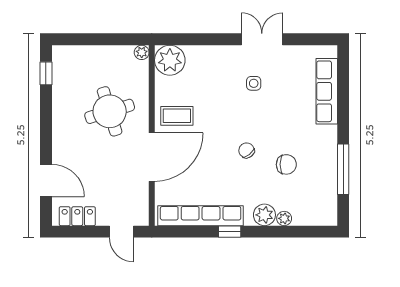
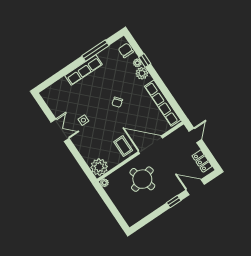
double door: (262, 39) -> (60, 130), swing flipped
window: (46, 73) -> (174, 202), moved
row of seats: (327, 91) -> (84, 70), moved
chair: (286, 164) -> (126, 50), moved
door: (46, 180) -> (195, 187), hinge flipped
window: (230, 232) -> (145, 60), moved

